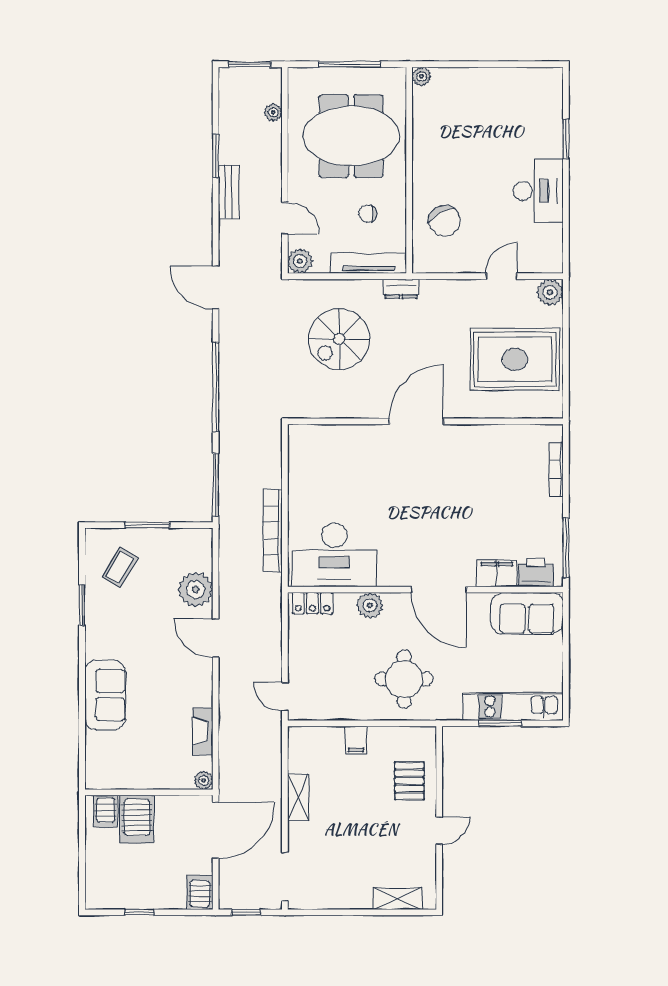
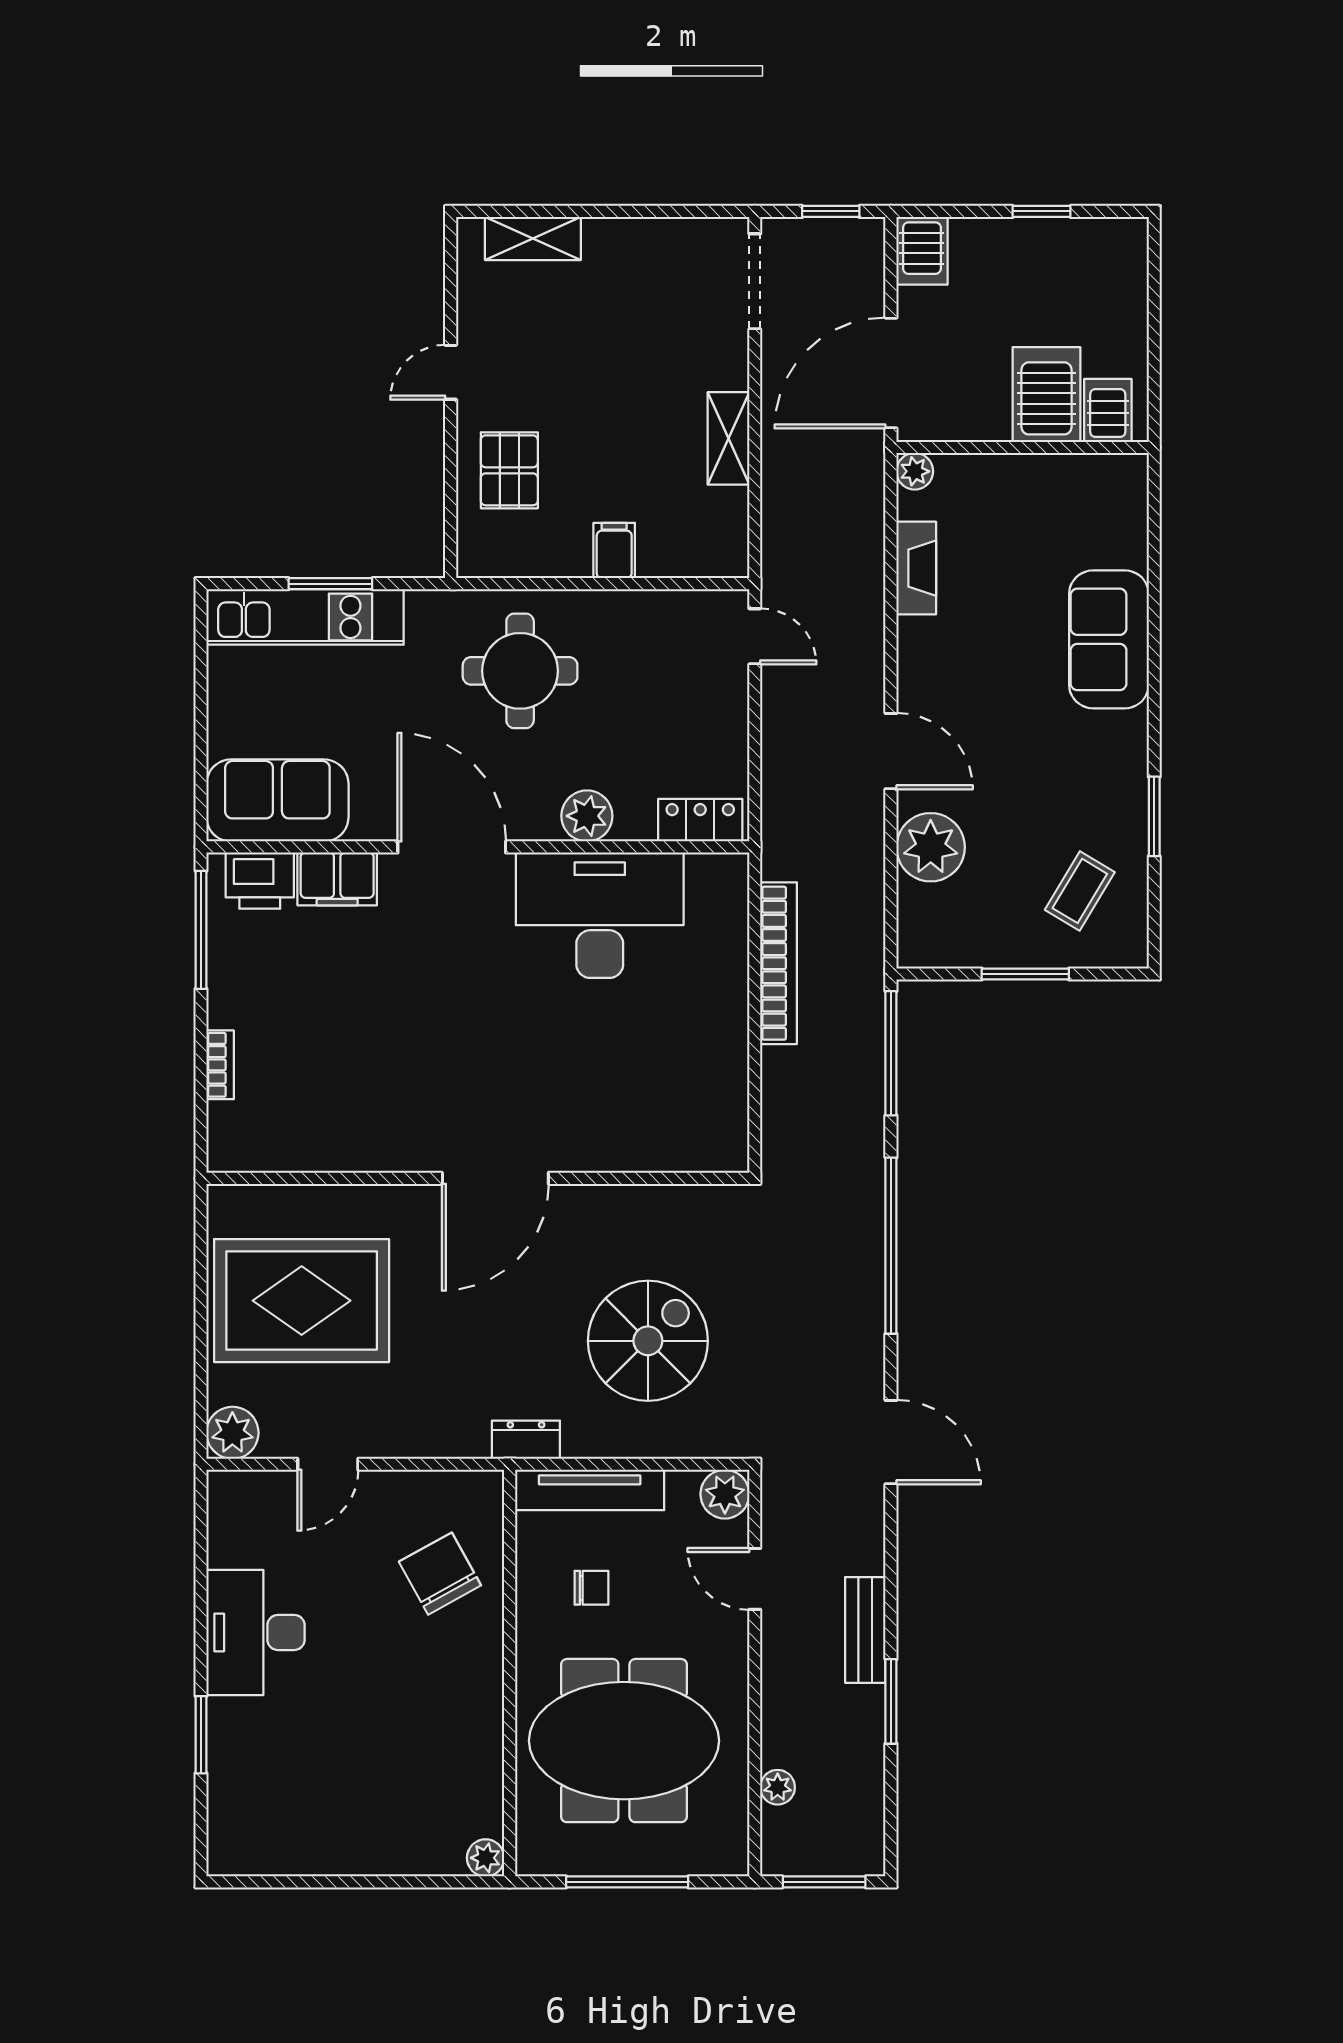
bookcase: (556, 469) -> (220, 1065), width x0.64
desk: (334, 555) -> (600, 915), moved

